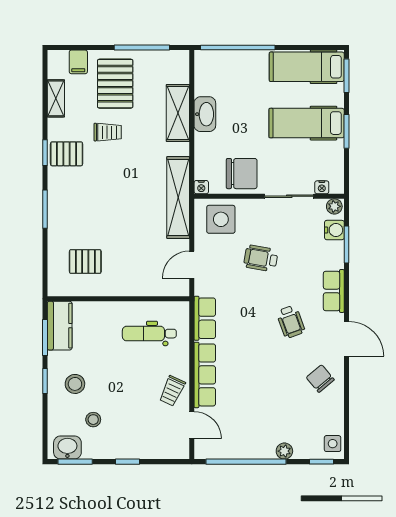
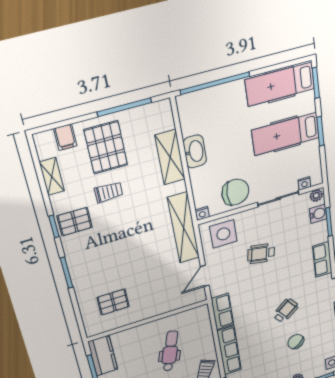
wheelchair: (291, 322) -> (286, 311), moved, turned -108
dental chair: (149, 334) -> (170, 351), moved, turned 107
chair: (320, 379) -> (296, 342), moved

